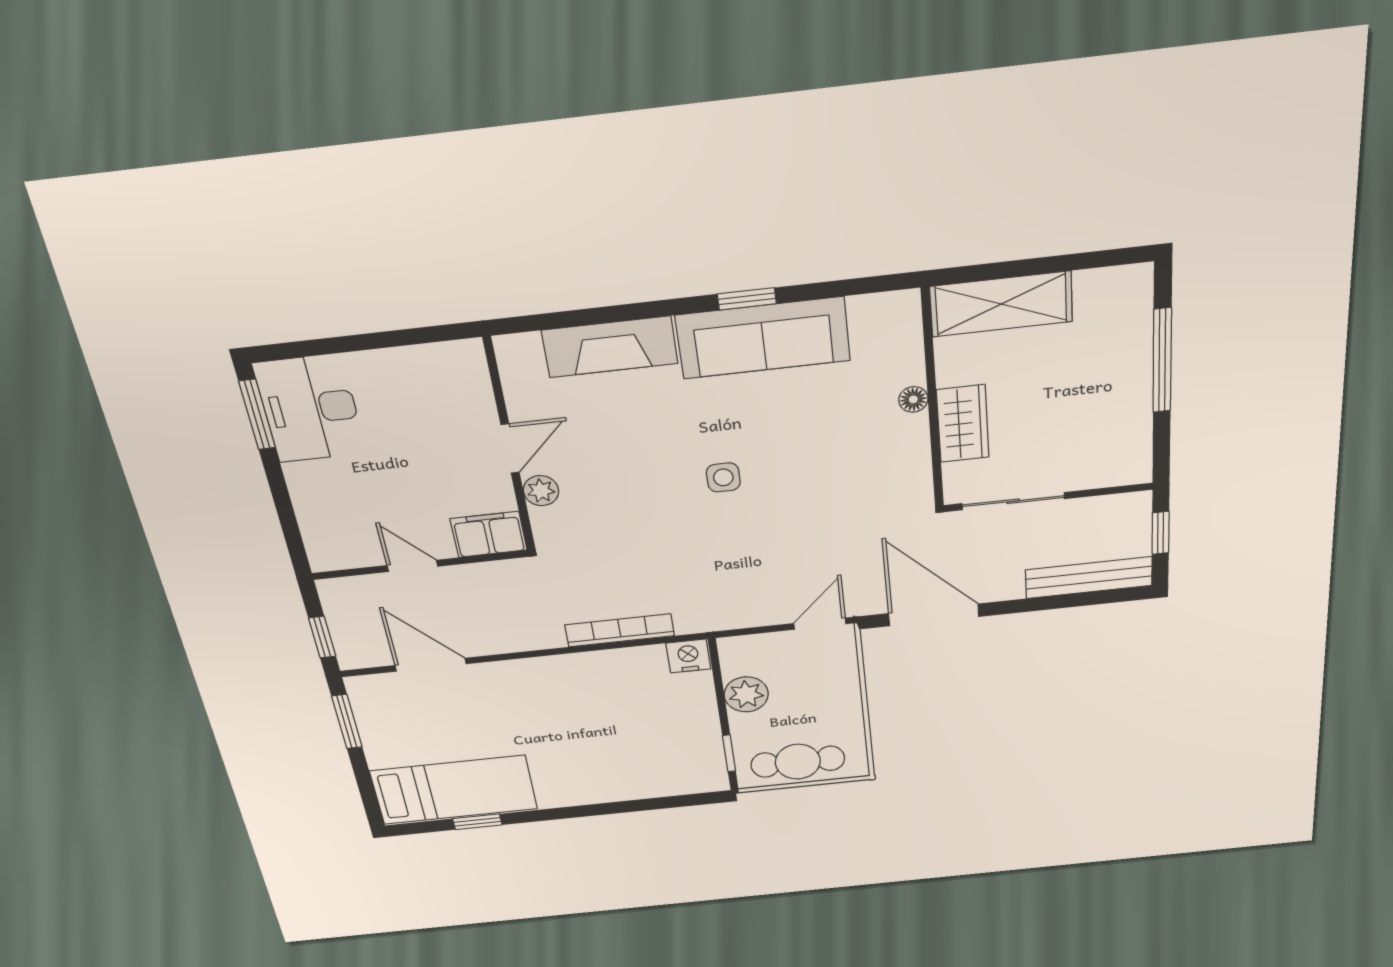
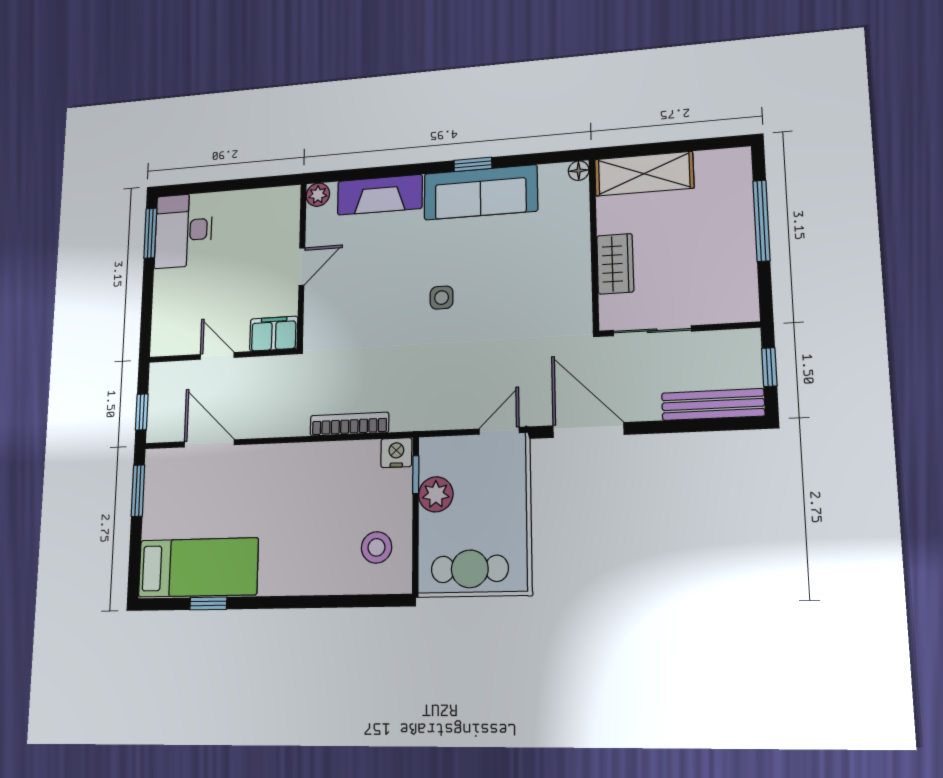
floor lamp: (913, 399) -> (579, 171), moved
plant: (541, 491) -> (318, 195), moved
stool: (679, 752) -> (377, 547), added
window: (729, 753) -> (416, 475), moved

